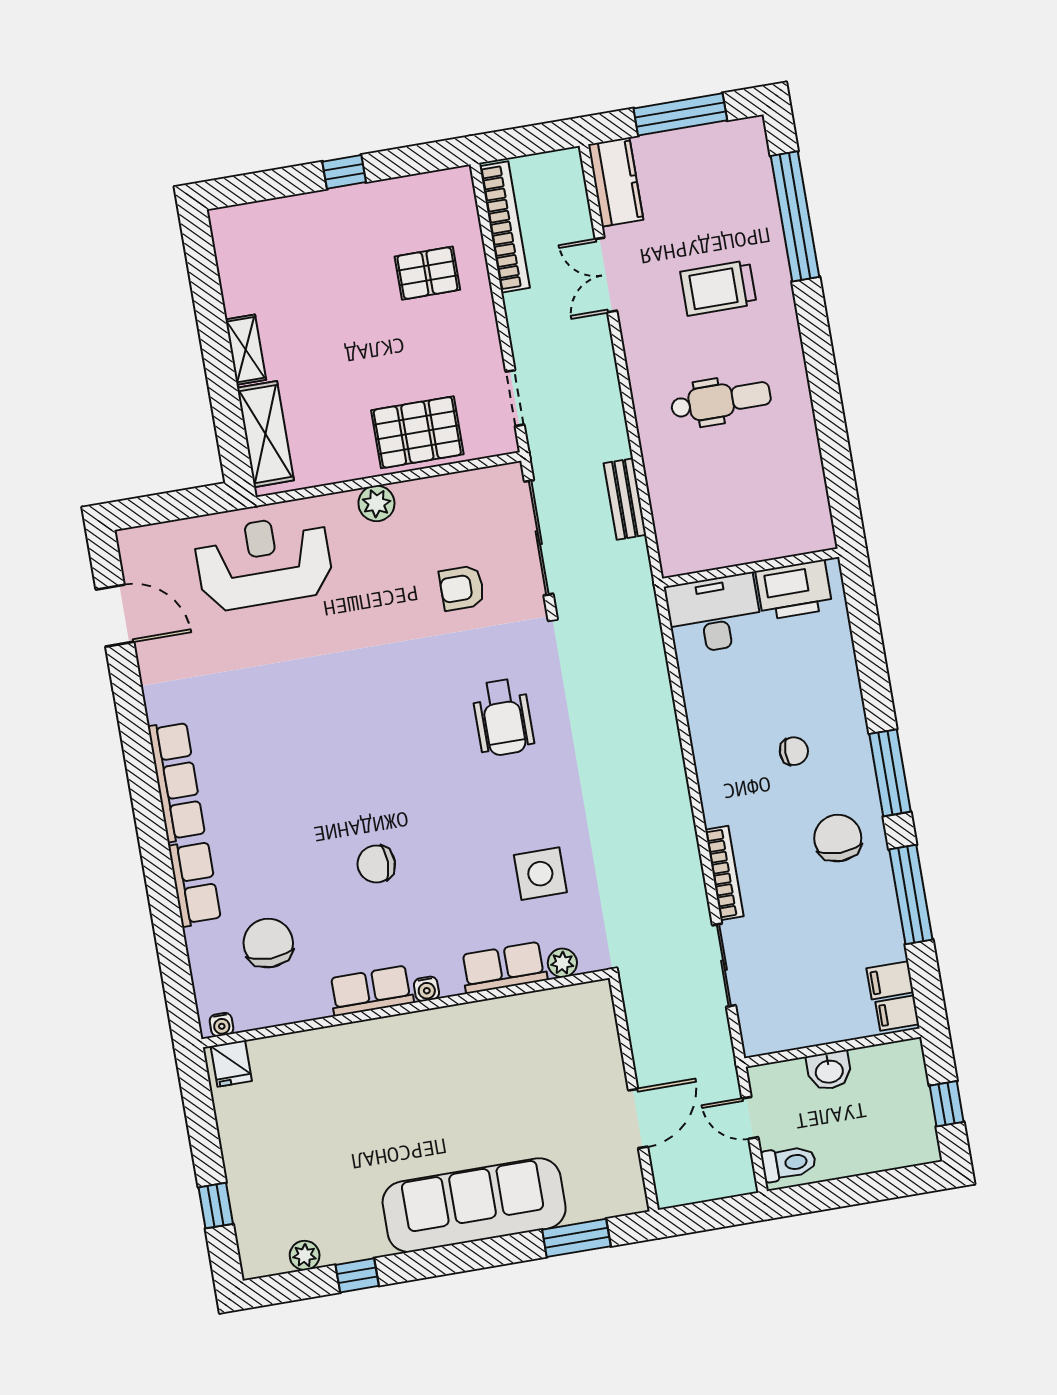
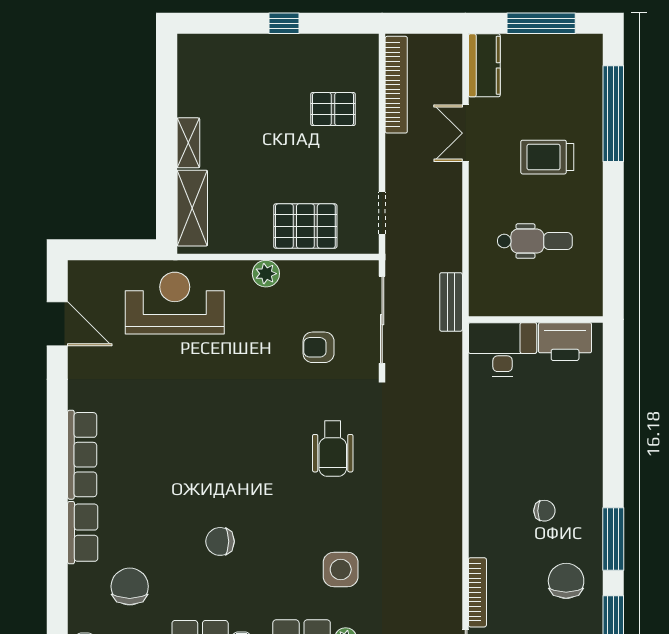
wall: (751, 568) -> (536, 319), moved
printer: (794, 590) -> (565, 342), moved
desk: (714, 614) -> (503, 349), moved

